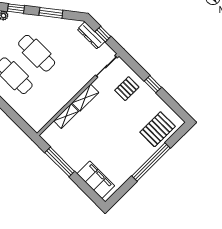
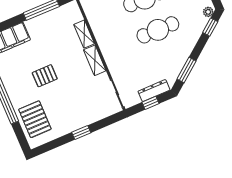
window: (51, 13) -> (187, 70), moved
pallet: (127, 89) -> (45, 76), moved, turned 90

